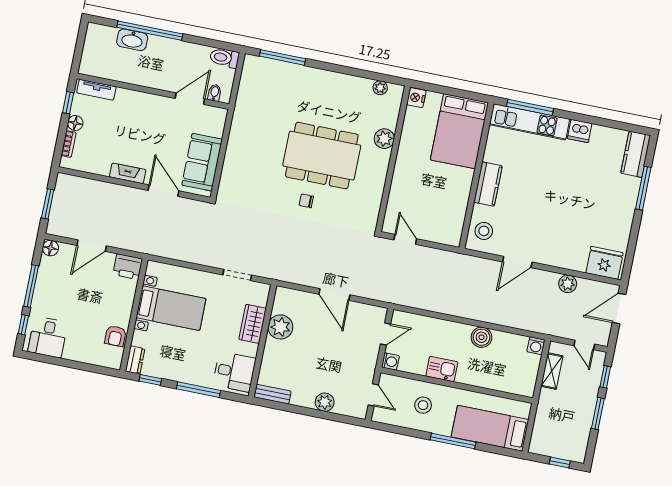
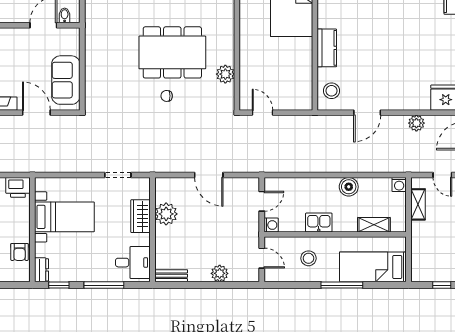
plant: (384, 139) -> (225, 74), moved
shelving: (500, 383) -> (374, 225), added

